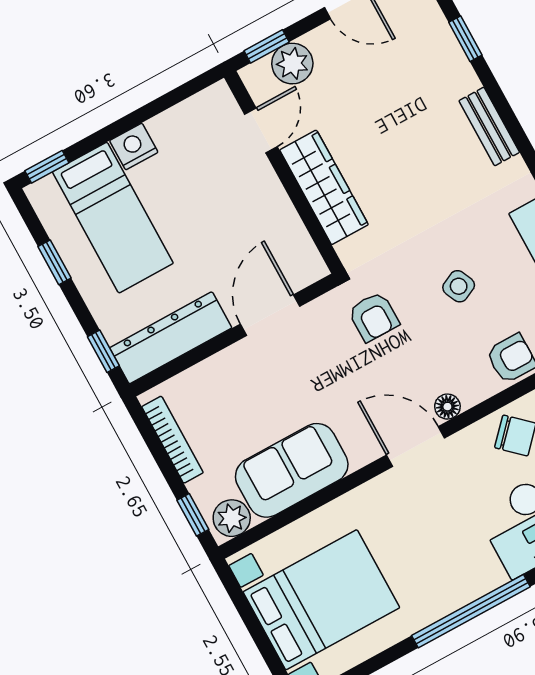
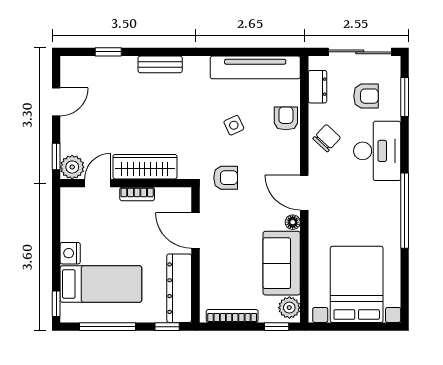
plant: (292, 64) -> (72, 167), moved
door: (261, 130) -> (98, 183), hinge flipped
bookcase: (277, 198) -> (137, 194), added
window: (55, 262) -> (108, 327), width x2.17
floor lamp: (447, 407) -> (293, 222), moved
door: (416, 446) -> (304, 193), hinge flipped

